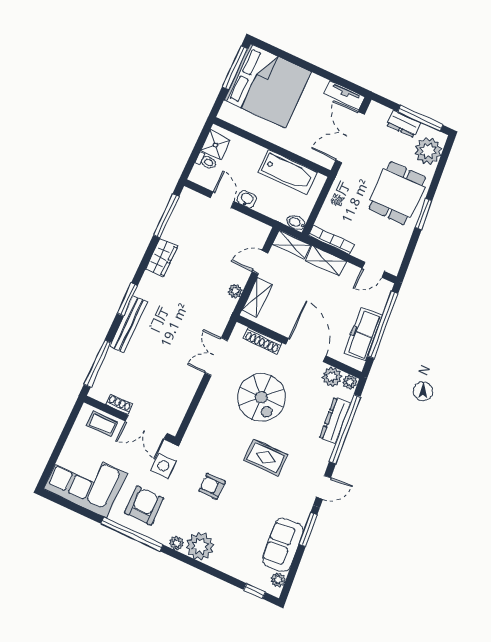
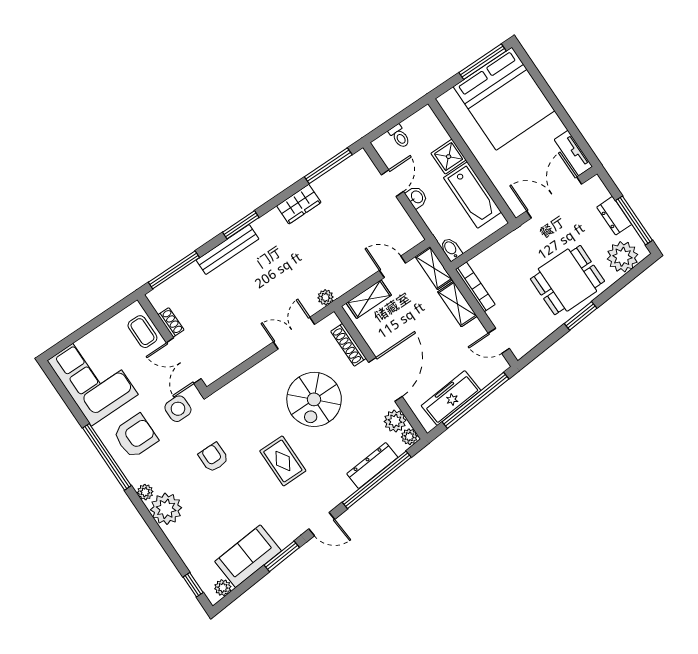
shower: (215, 145) -> (449, 157), moved
plant: (235, 291) -> (325, 297), moved

